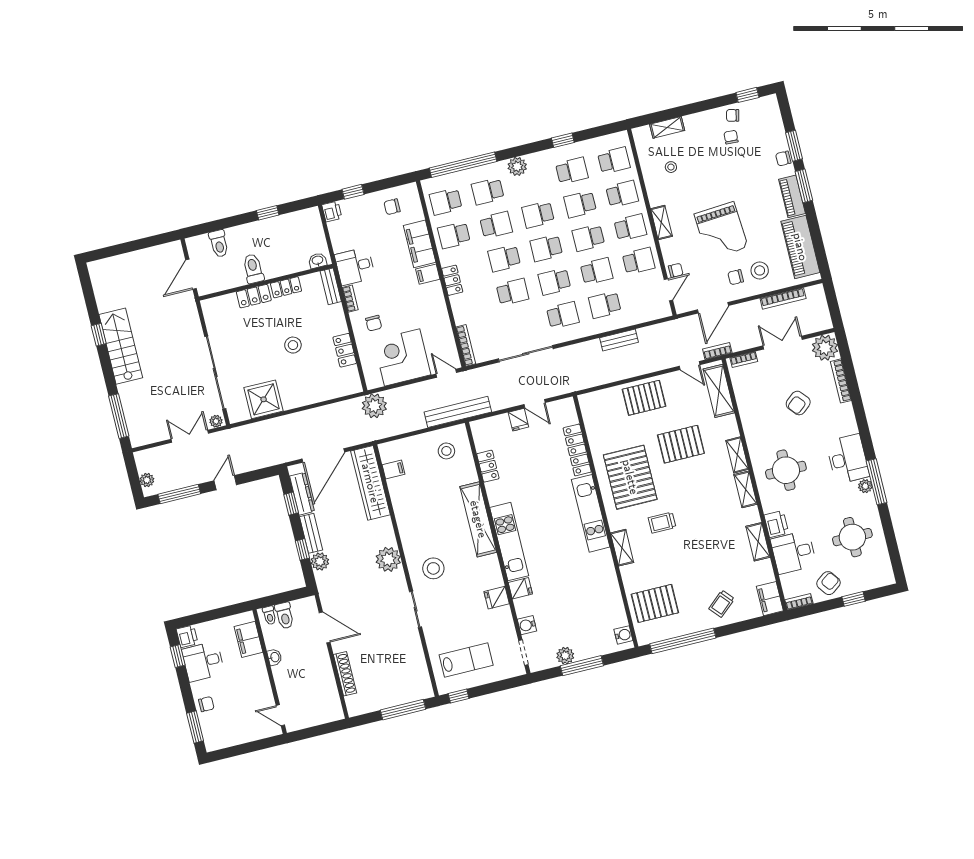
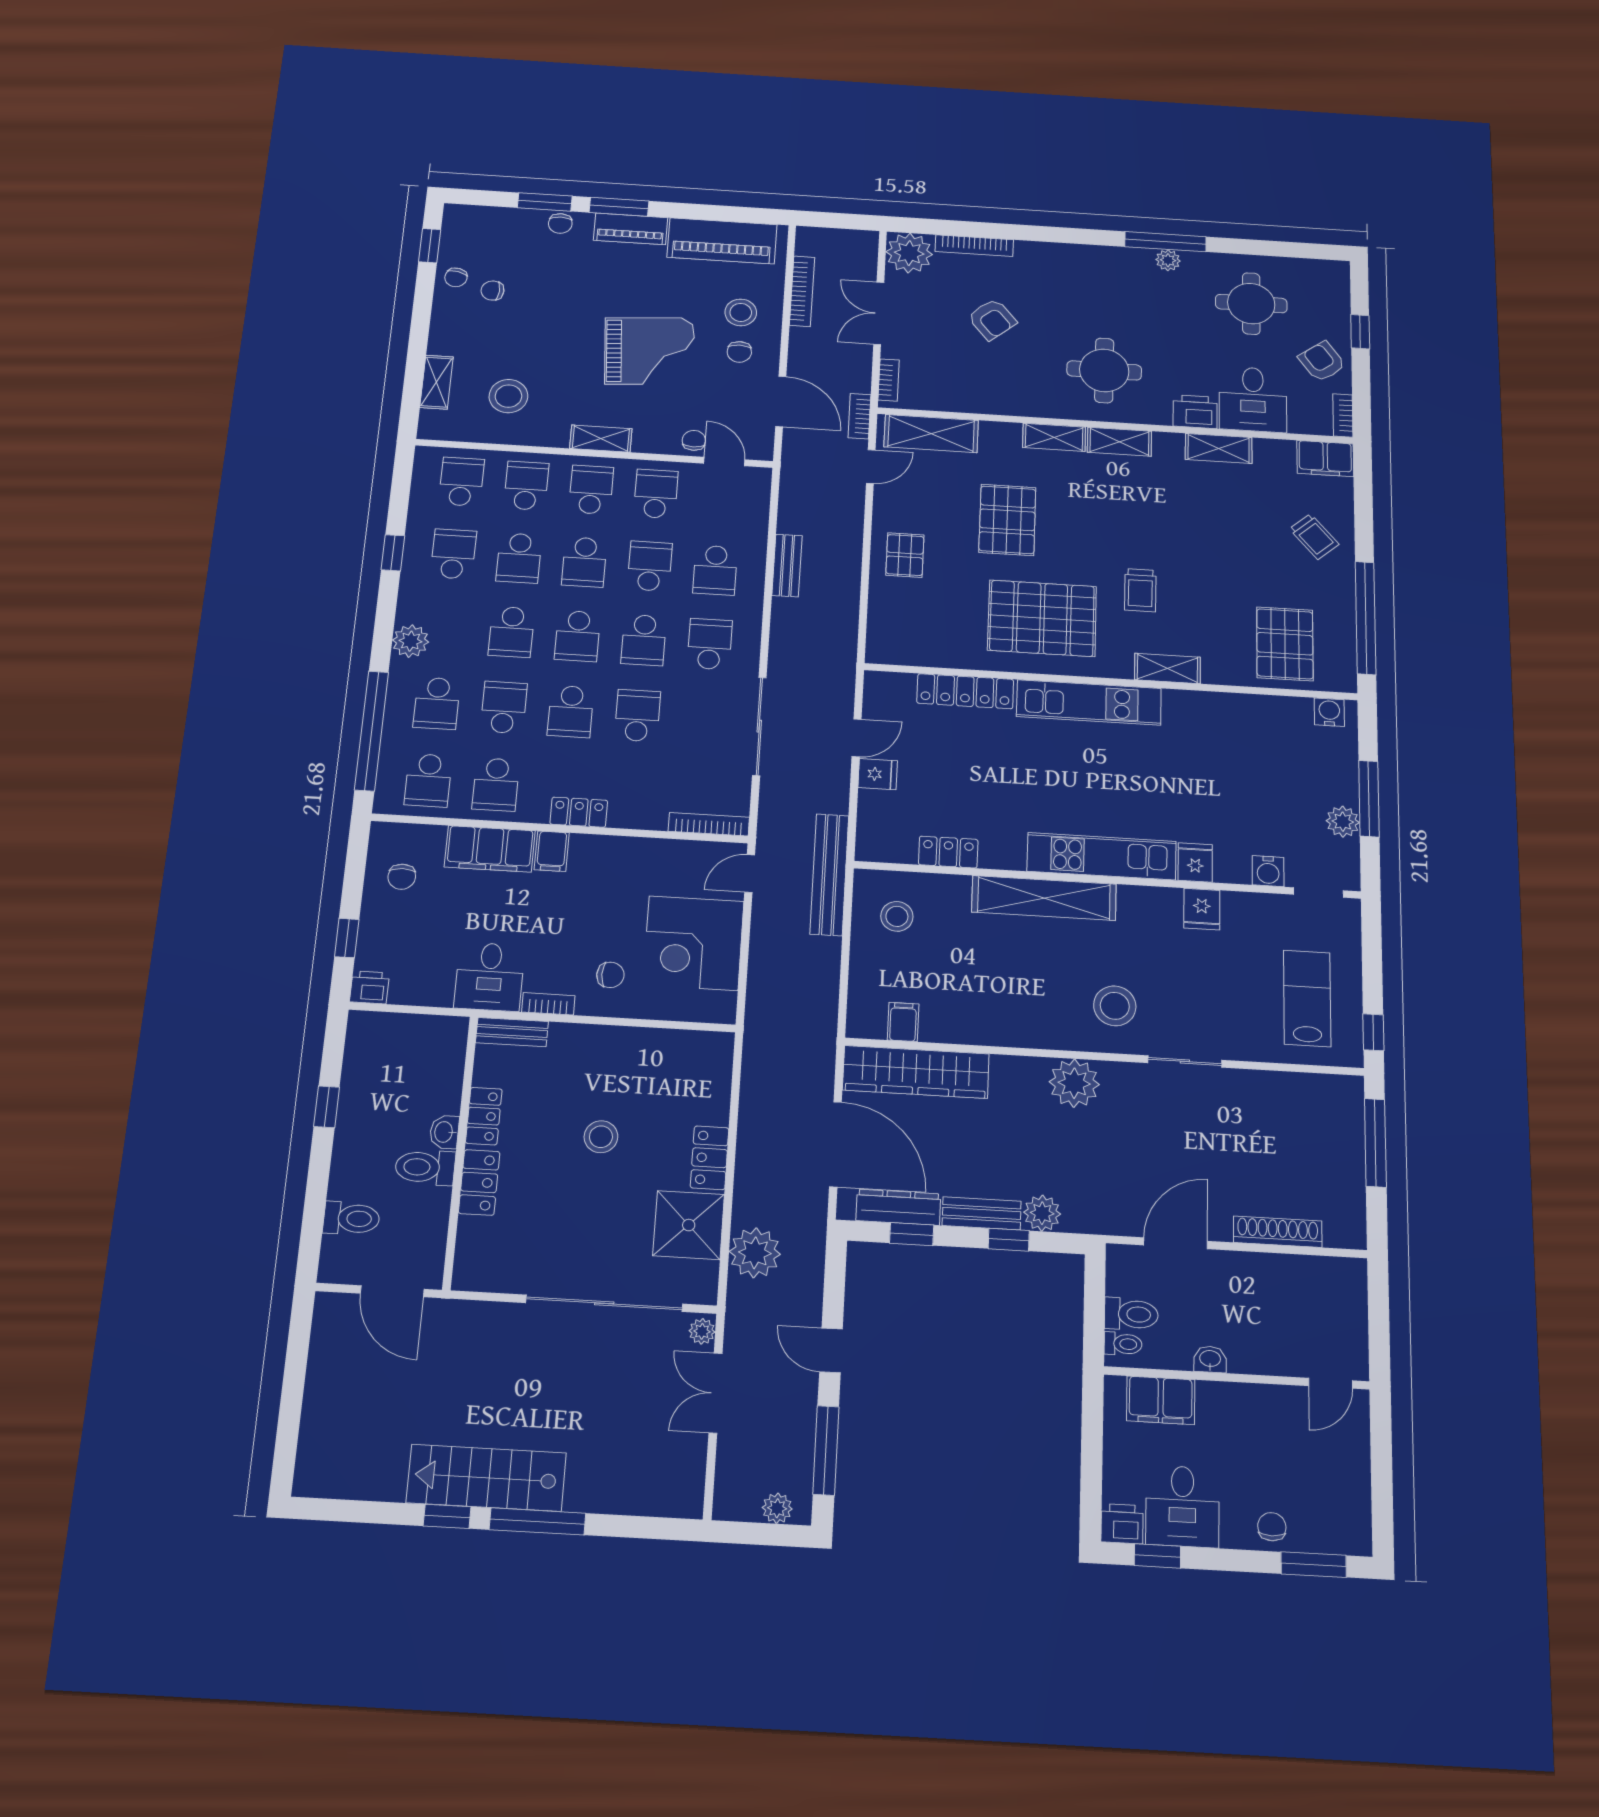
stool: (671, 167) -> (508, 396), width x1.89, depth x1.89
washbasin: (318, 261) -> (444, 1132), moved
locker: (345, 350) -> (710, 1158), moved, turned 90
pallet: (644, 398) -> (905, 555), width x0.67, depth x0.71
plant: (374, 406) -> (755, 1253), moved
window: (119, 416) -> (537, 1521), moved
desk: (848, 459) -> (1113, 273), removed

